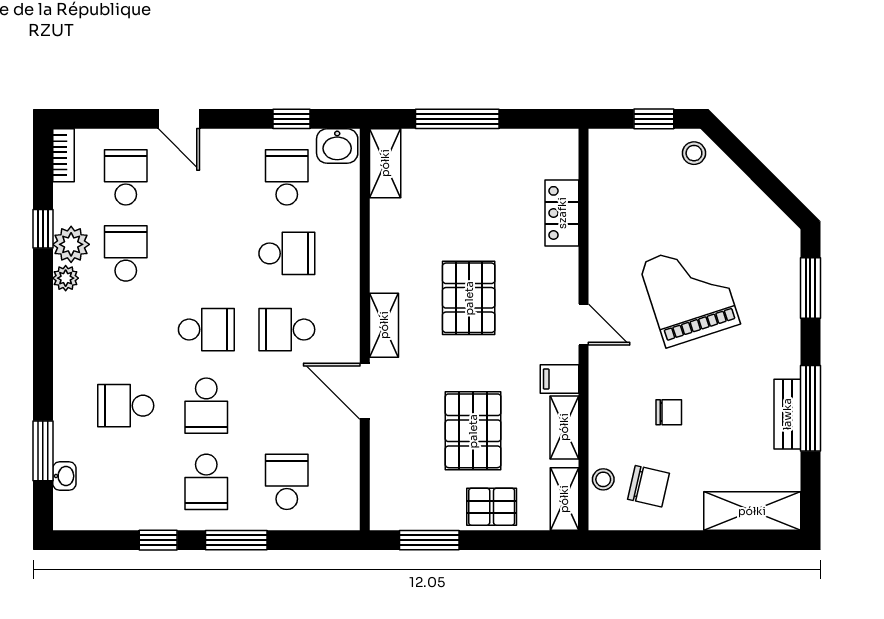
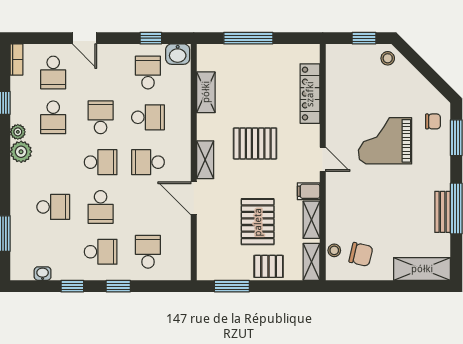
shelving: (385, 163) -> (206, 92), moved
school desk: (126, 177) -> (53, 73), turned 180
locker: (562, 213) -> (310, 94), width x1.53
plant: (71, 244) -> (21, 152), moved
school desk: (126, 253) -> (53, 117), turned 180
school desk: (206, 253) -> (101, 117), added
grand piano: (689, 293) -> (385, 141), turned -72
pallet: (469, 298) -> (255, 143), turned 90
school desk: (126, 406) -> (53, 207), turned 180
chair: (669, 412) -> (433, 121), moved
washbasin: (64, 476) -> (43, 274), moved, turned -90
school desk: (206, 482) -> (101, 252), turned -90
window: (236, 540) -> (118, 286), width x0.67

